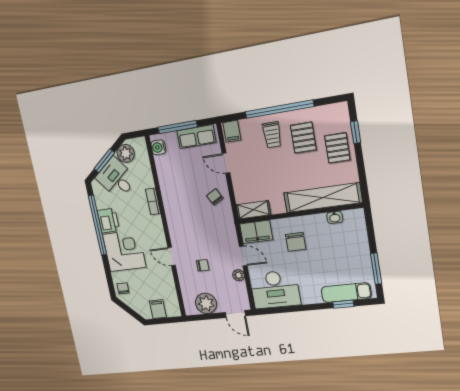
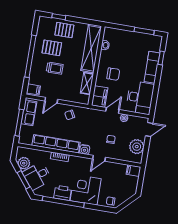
trolley: (272, 135) -> (55, 68), moved
water cooler: (158, 147) -> (85, 149), moved
row of seats: (168, 190) -> (56, 144), added
shelving: (253, 210) -> (87, 83), moved
exam couch: (346, 293) -> (152, 67), moved
filing cabinet: (158, 309) -> (133, 171), moved

